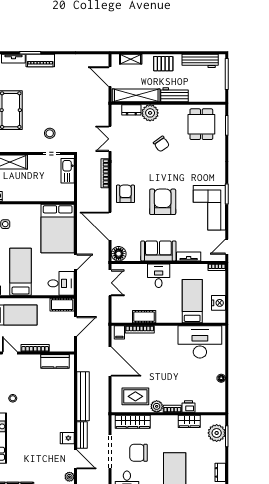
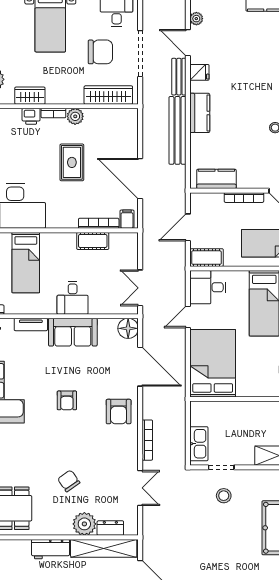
armchair: (163, 202) -> (67, 400), width x0.53, depth x0.53
rug: (135, 396) -> (72, 162), moved, turned 90
kitchen counter: (67, 409) -> (200, 113), added

